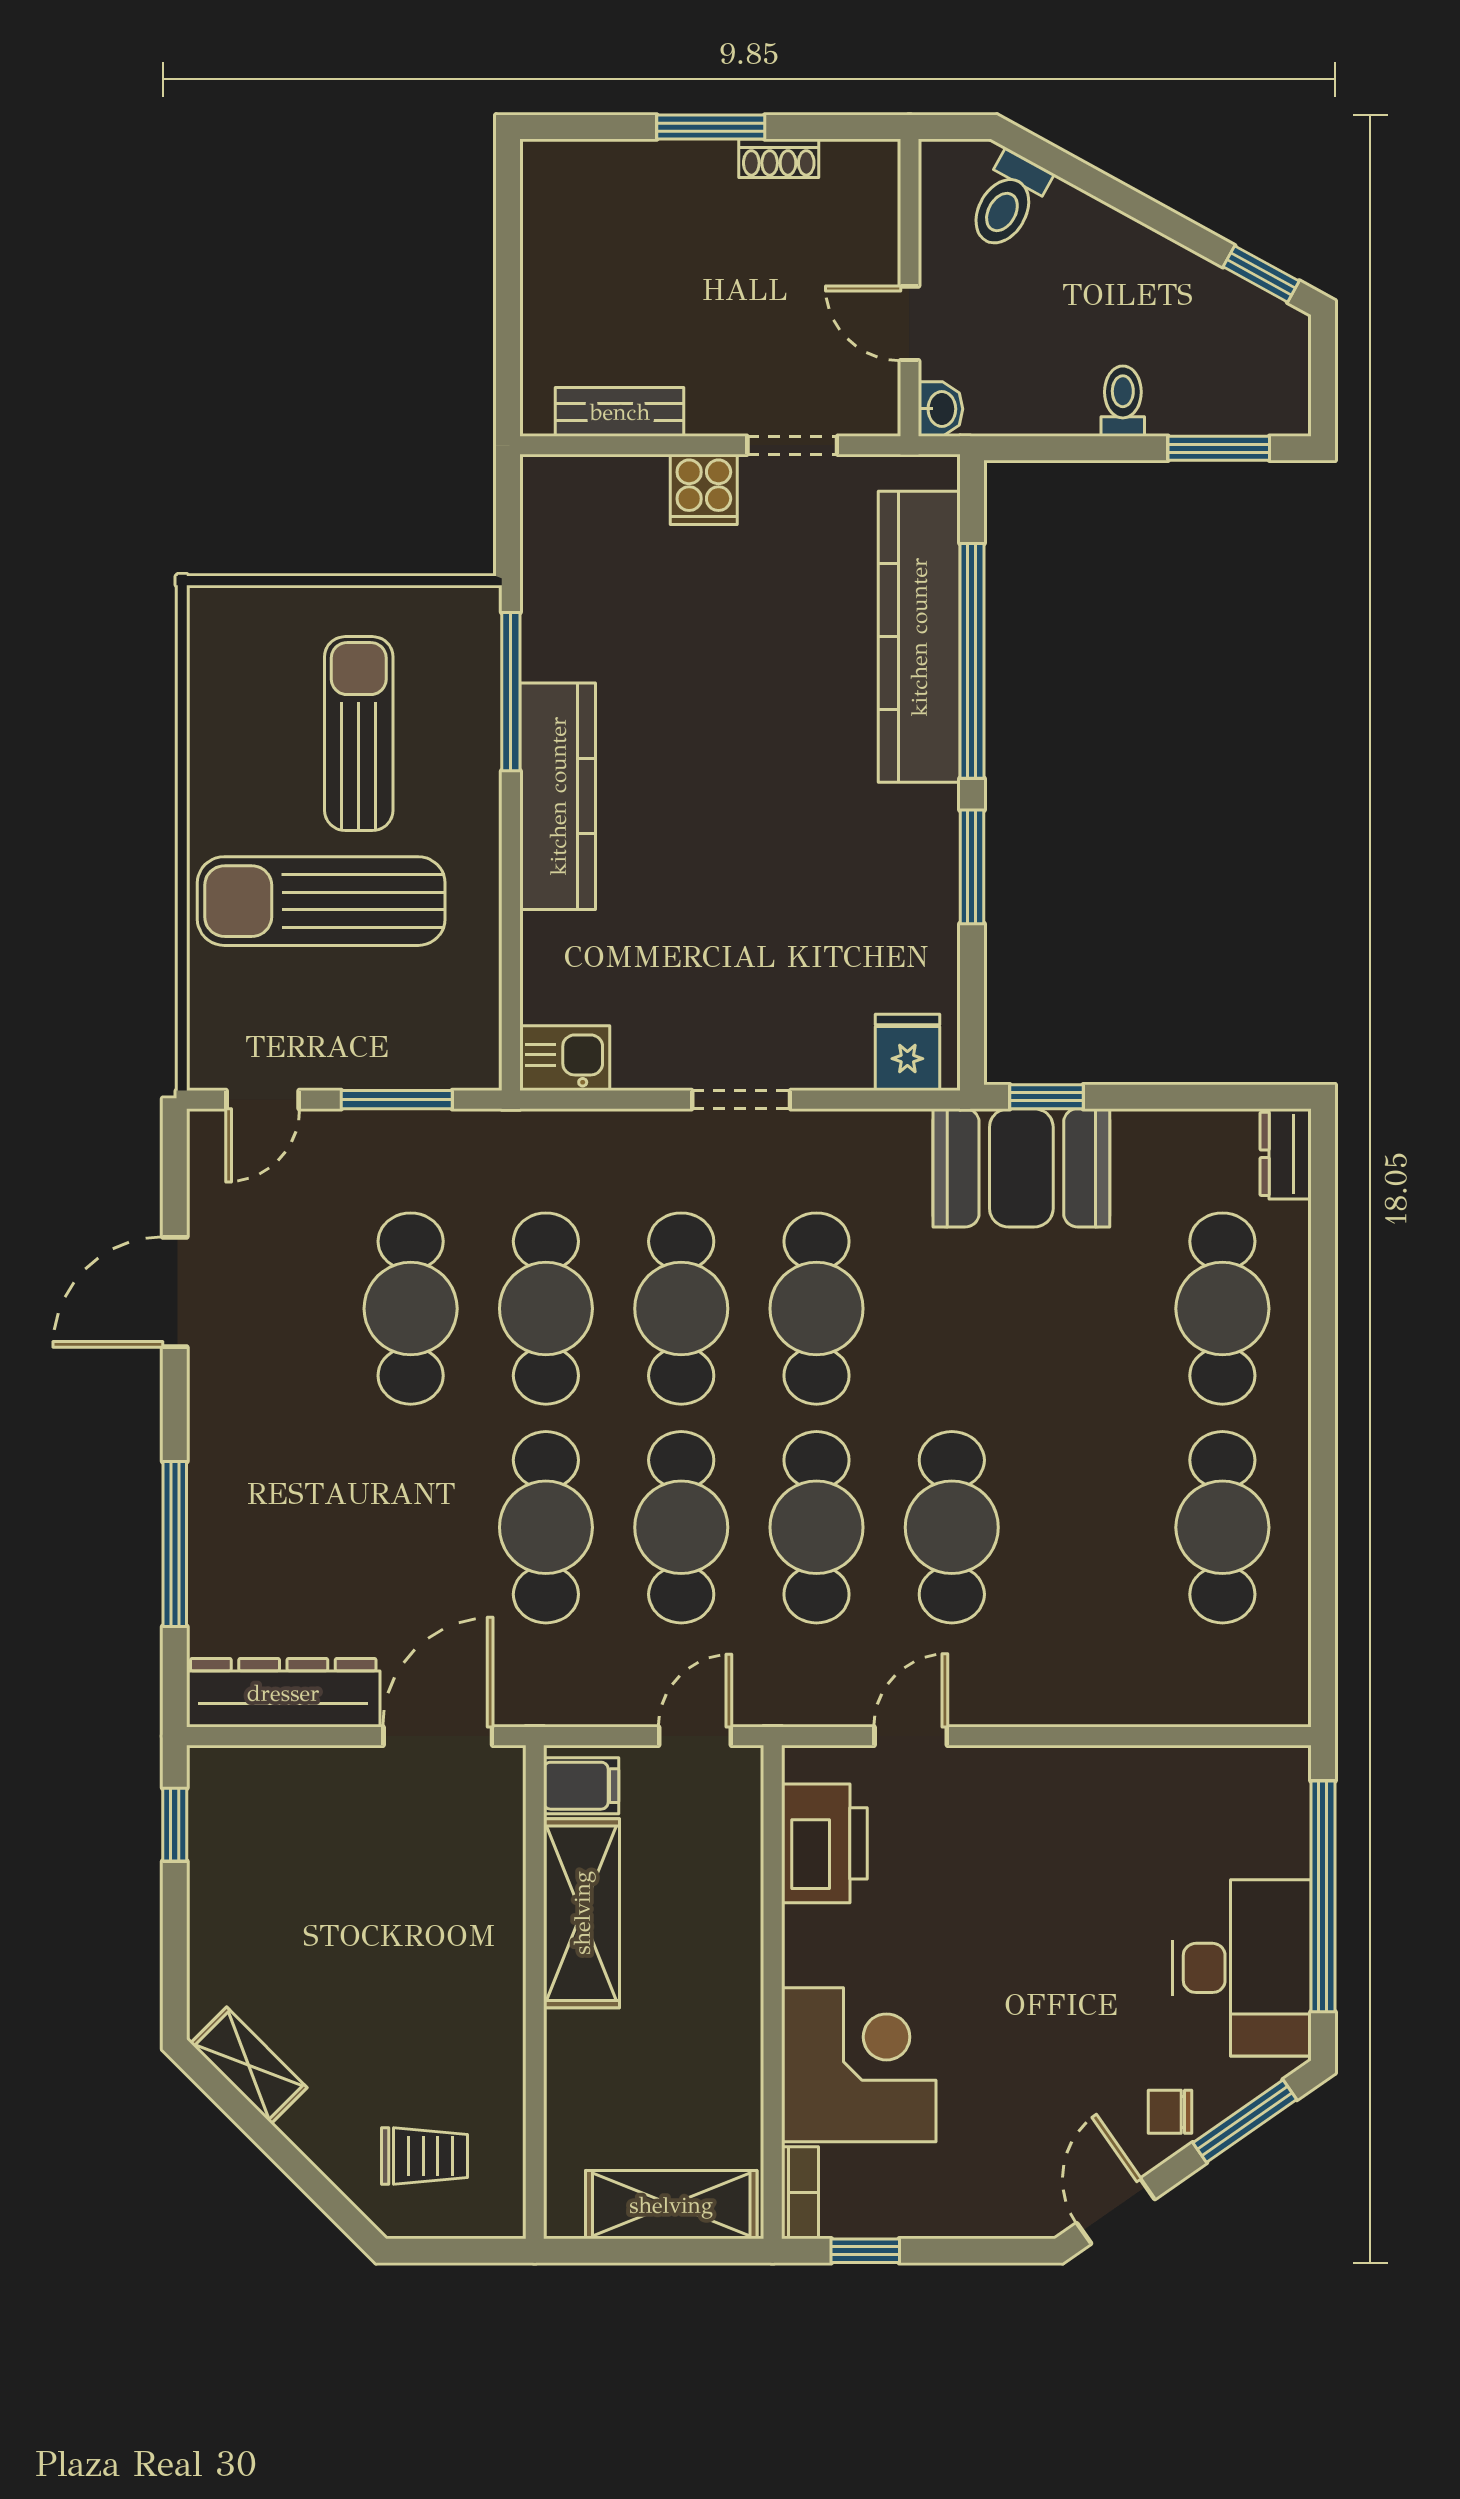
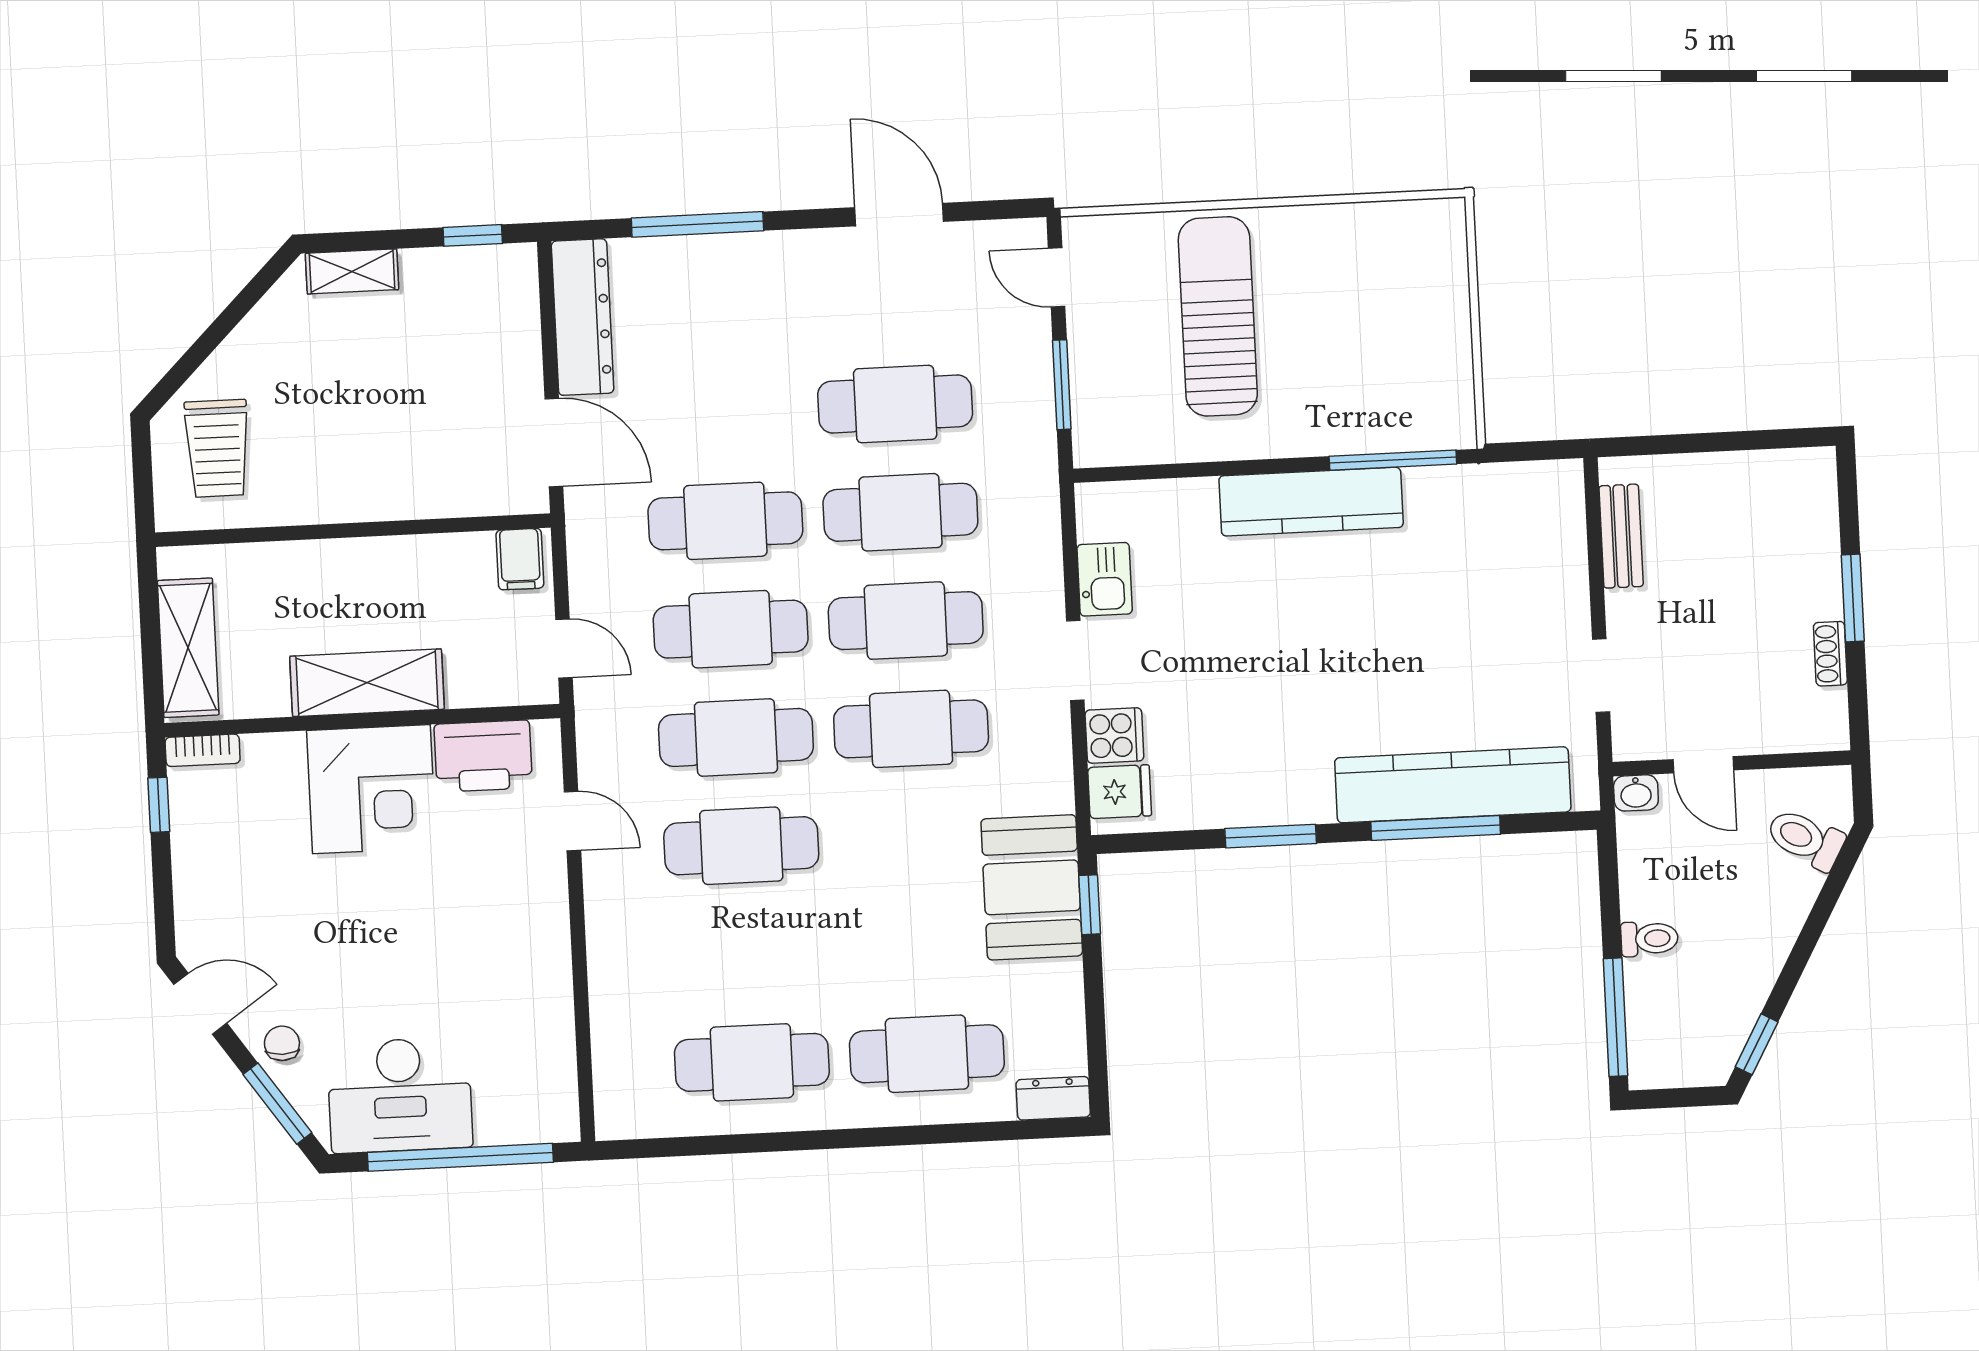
door: (909, 323) -> (1703, 765), swing flipped
window: (1219, 448) -> (1615, 1017), width x1.44
cooker: (704, 489) -> (1114, 735), moved, turned 180
window: (972, 661) -> (1436, 828), width x0.68
sun lounger: (359, 734) -> (1353, 340), removed
kitchen sink: (565, 1058) -> (1105, 579), moved
shelving: (582, 1913) -> (367, 683), moved
shelving: (249, 2065) -> (352, 271), moved, turned 45
corner desk: (859, 2065) -> (371, 789), moved
trolley: (425, 2156) -> (217, 448), width x1.36, depth x1.39

